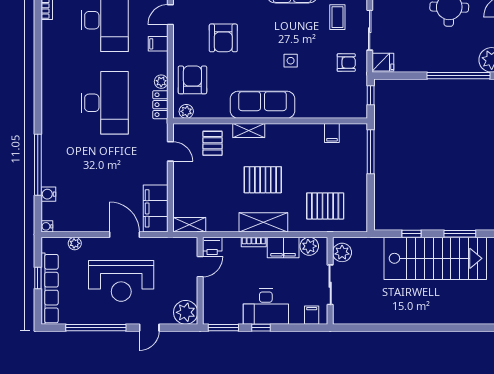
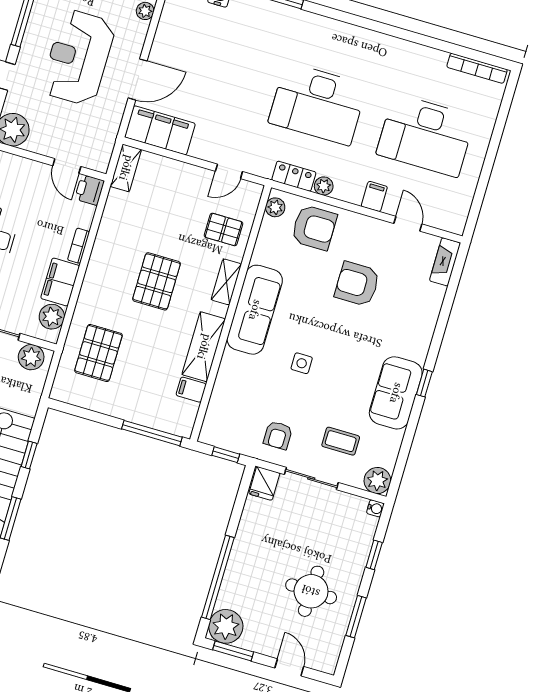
shelving: (263, 222) -> (204, 347), moved

